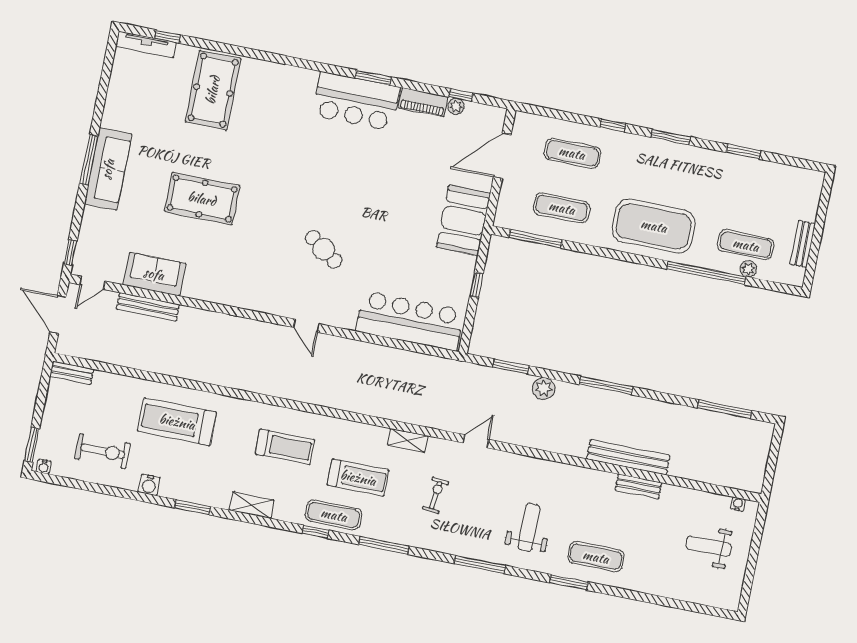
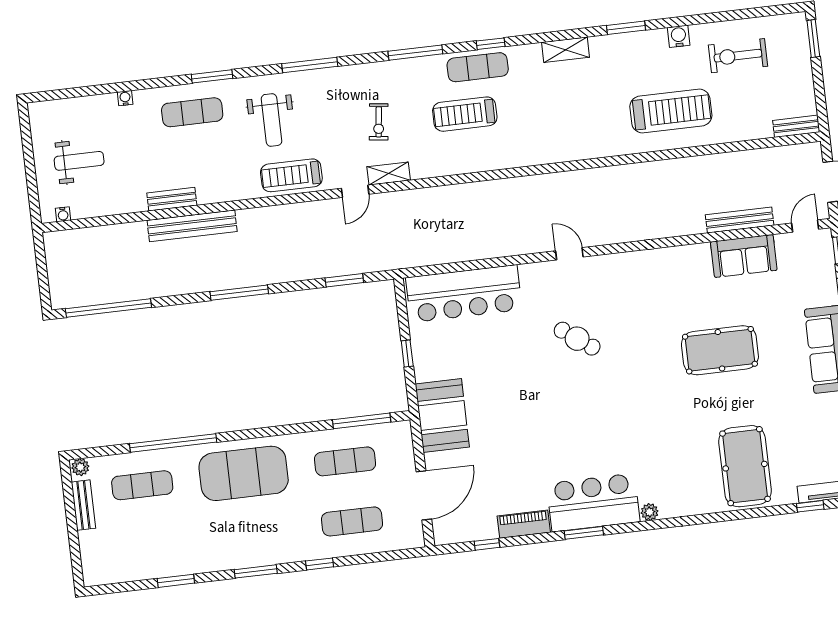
plant: (456, 106) -> (650, 512), moved
plant: (748, 269) -> (80, 467), moved
plant: (544, 388) -> (303, 269), removed
window: (725, 409) -> (108, 308), width x1.46
shelving: (408, 440) -> (389, 174), moved
treadmill: (285, 447) -> (291, 175), moved
water cooler: (44, 467) -> (125, 98), moved

